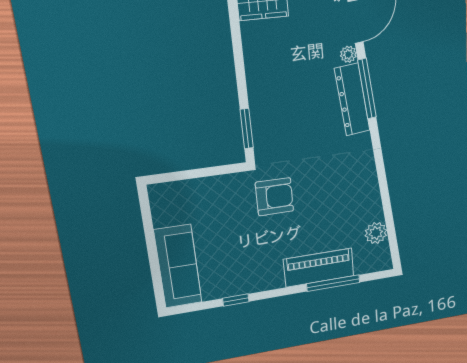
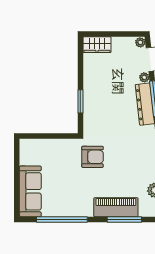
window: (247, 129) -> (80, 101), moved
window: (236, 300) -> (62, 219), width x3.17

